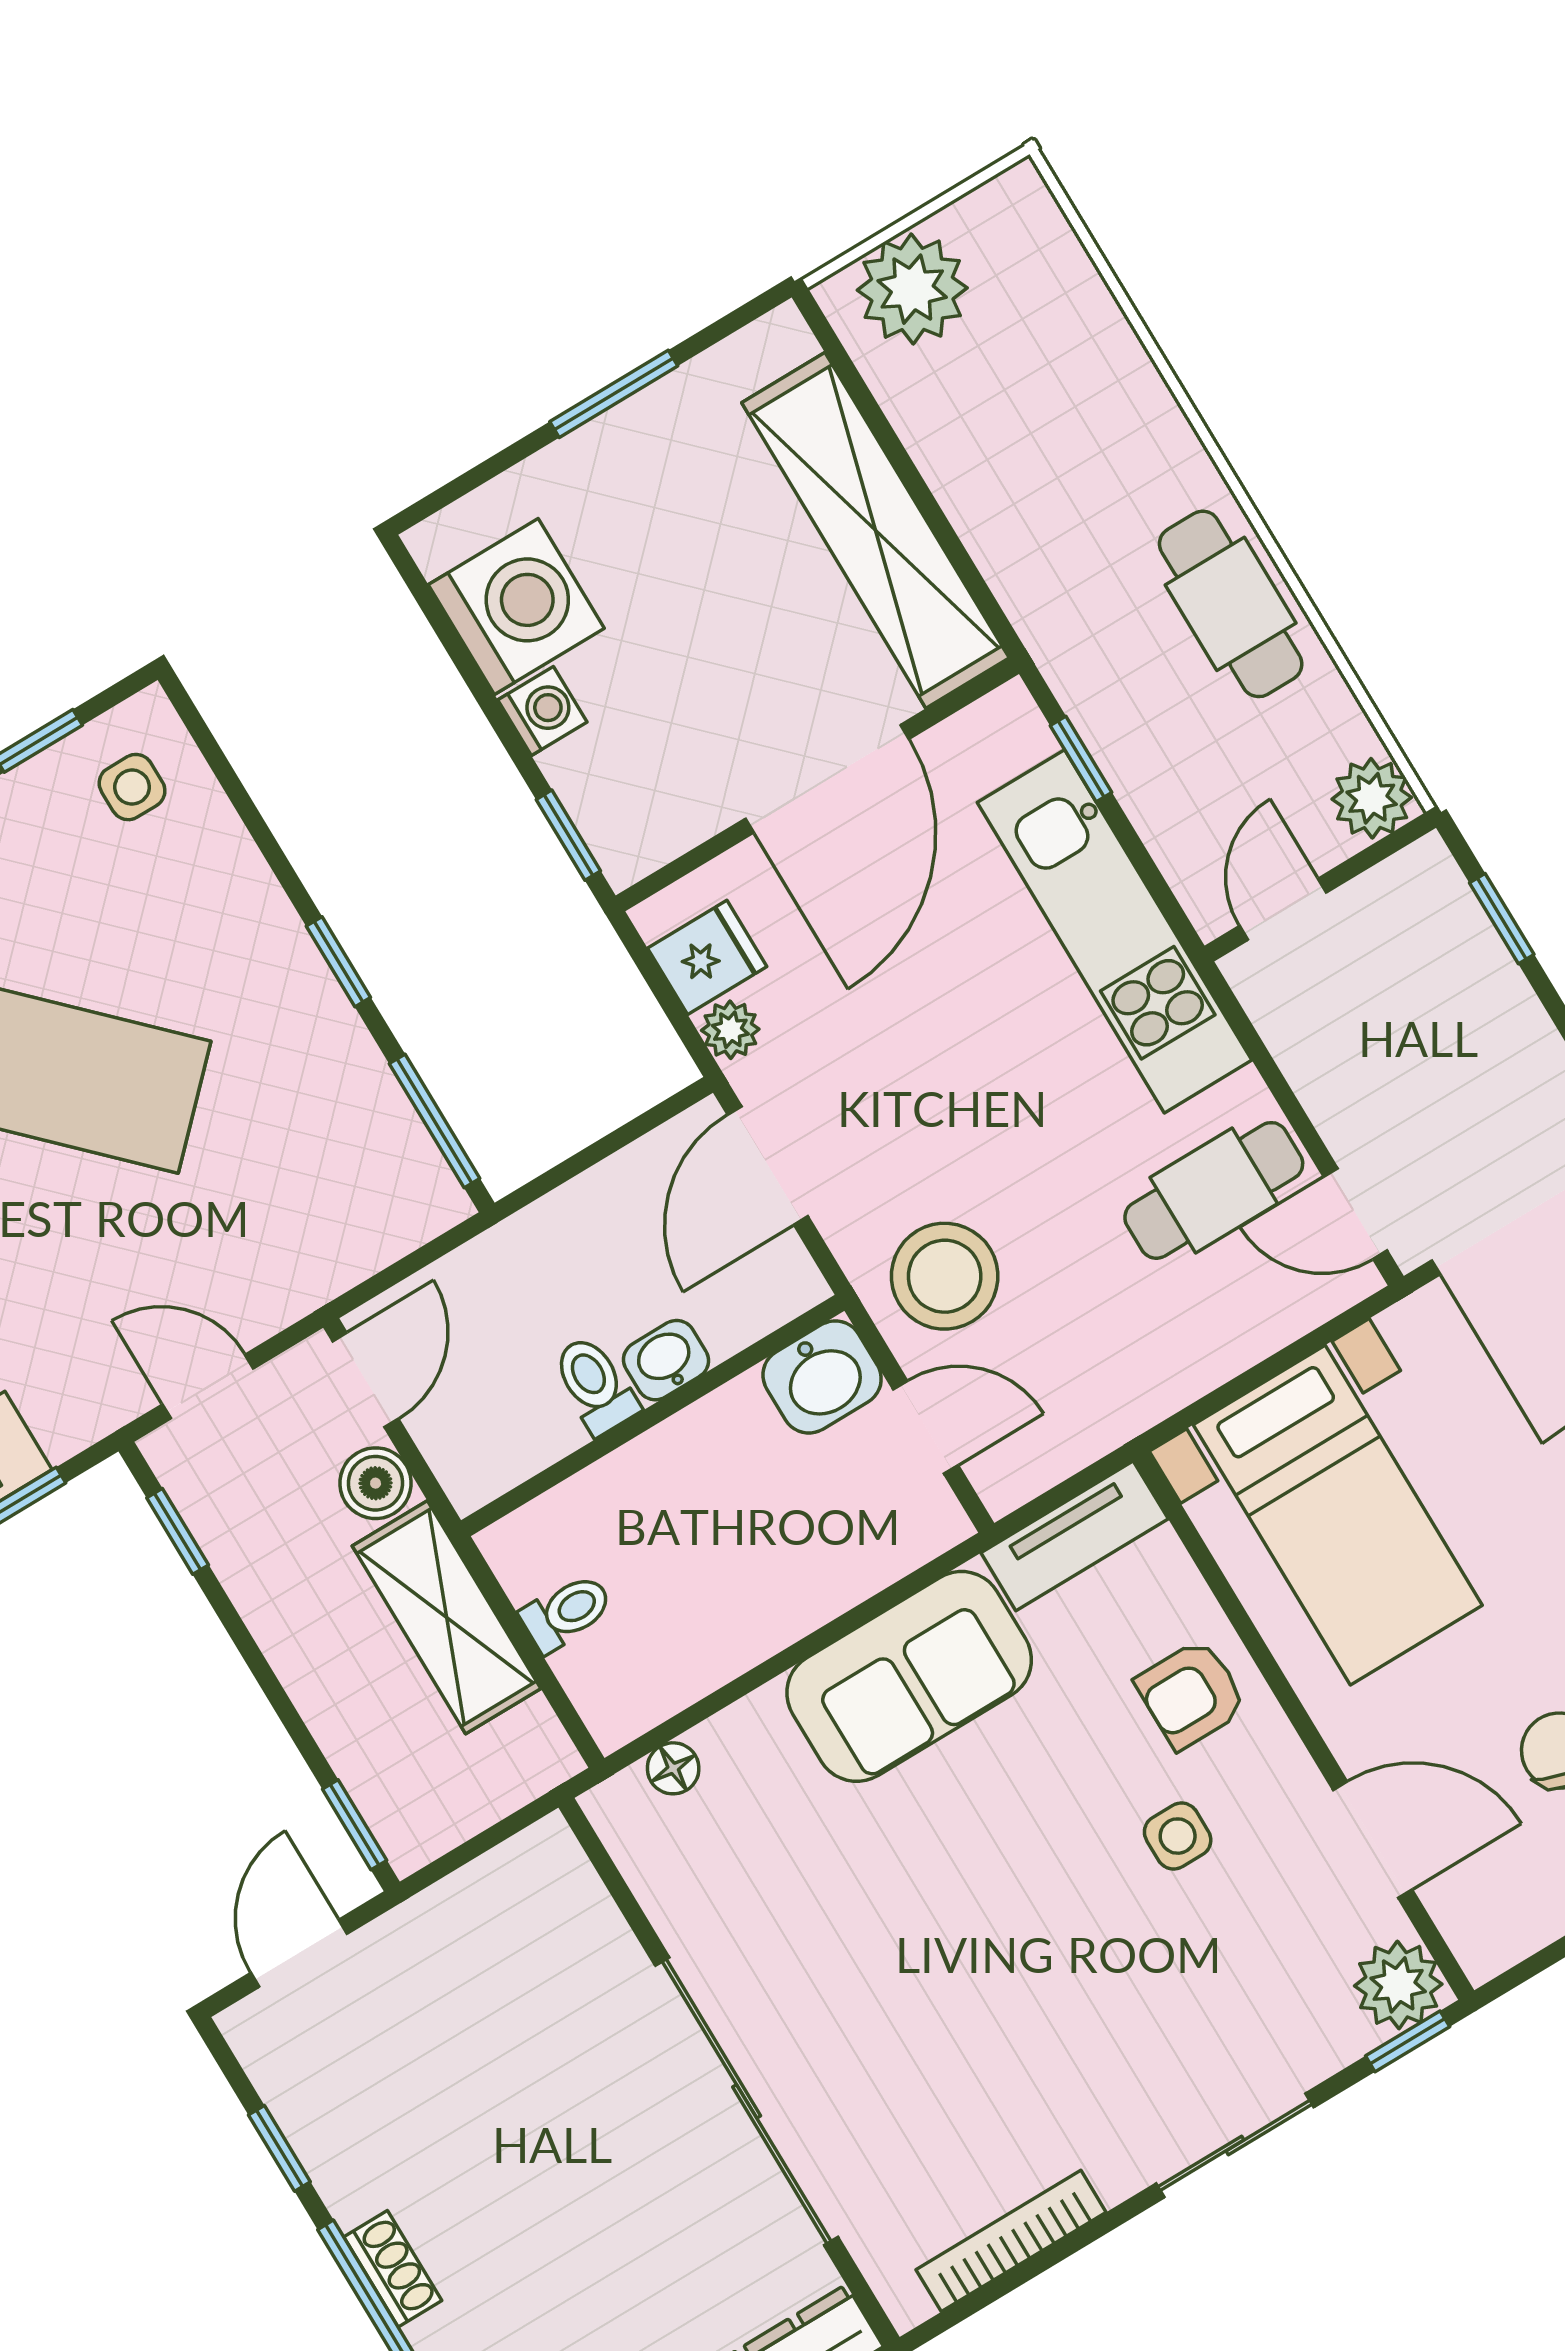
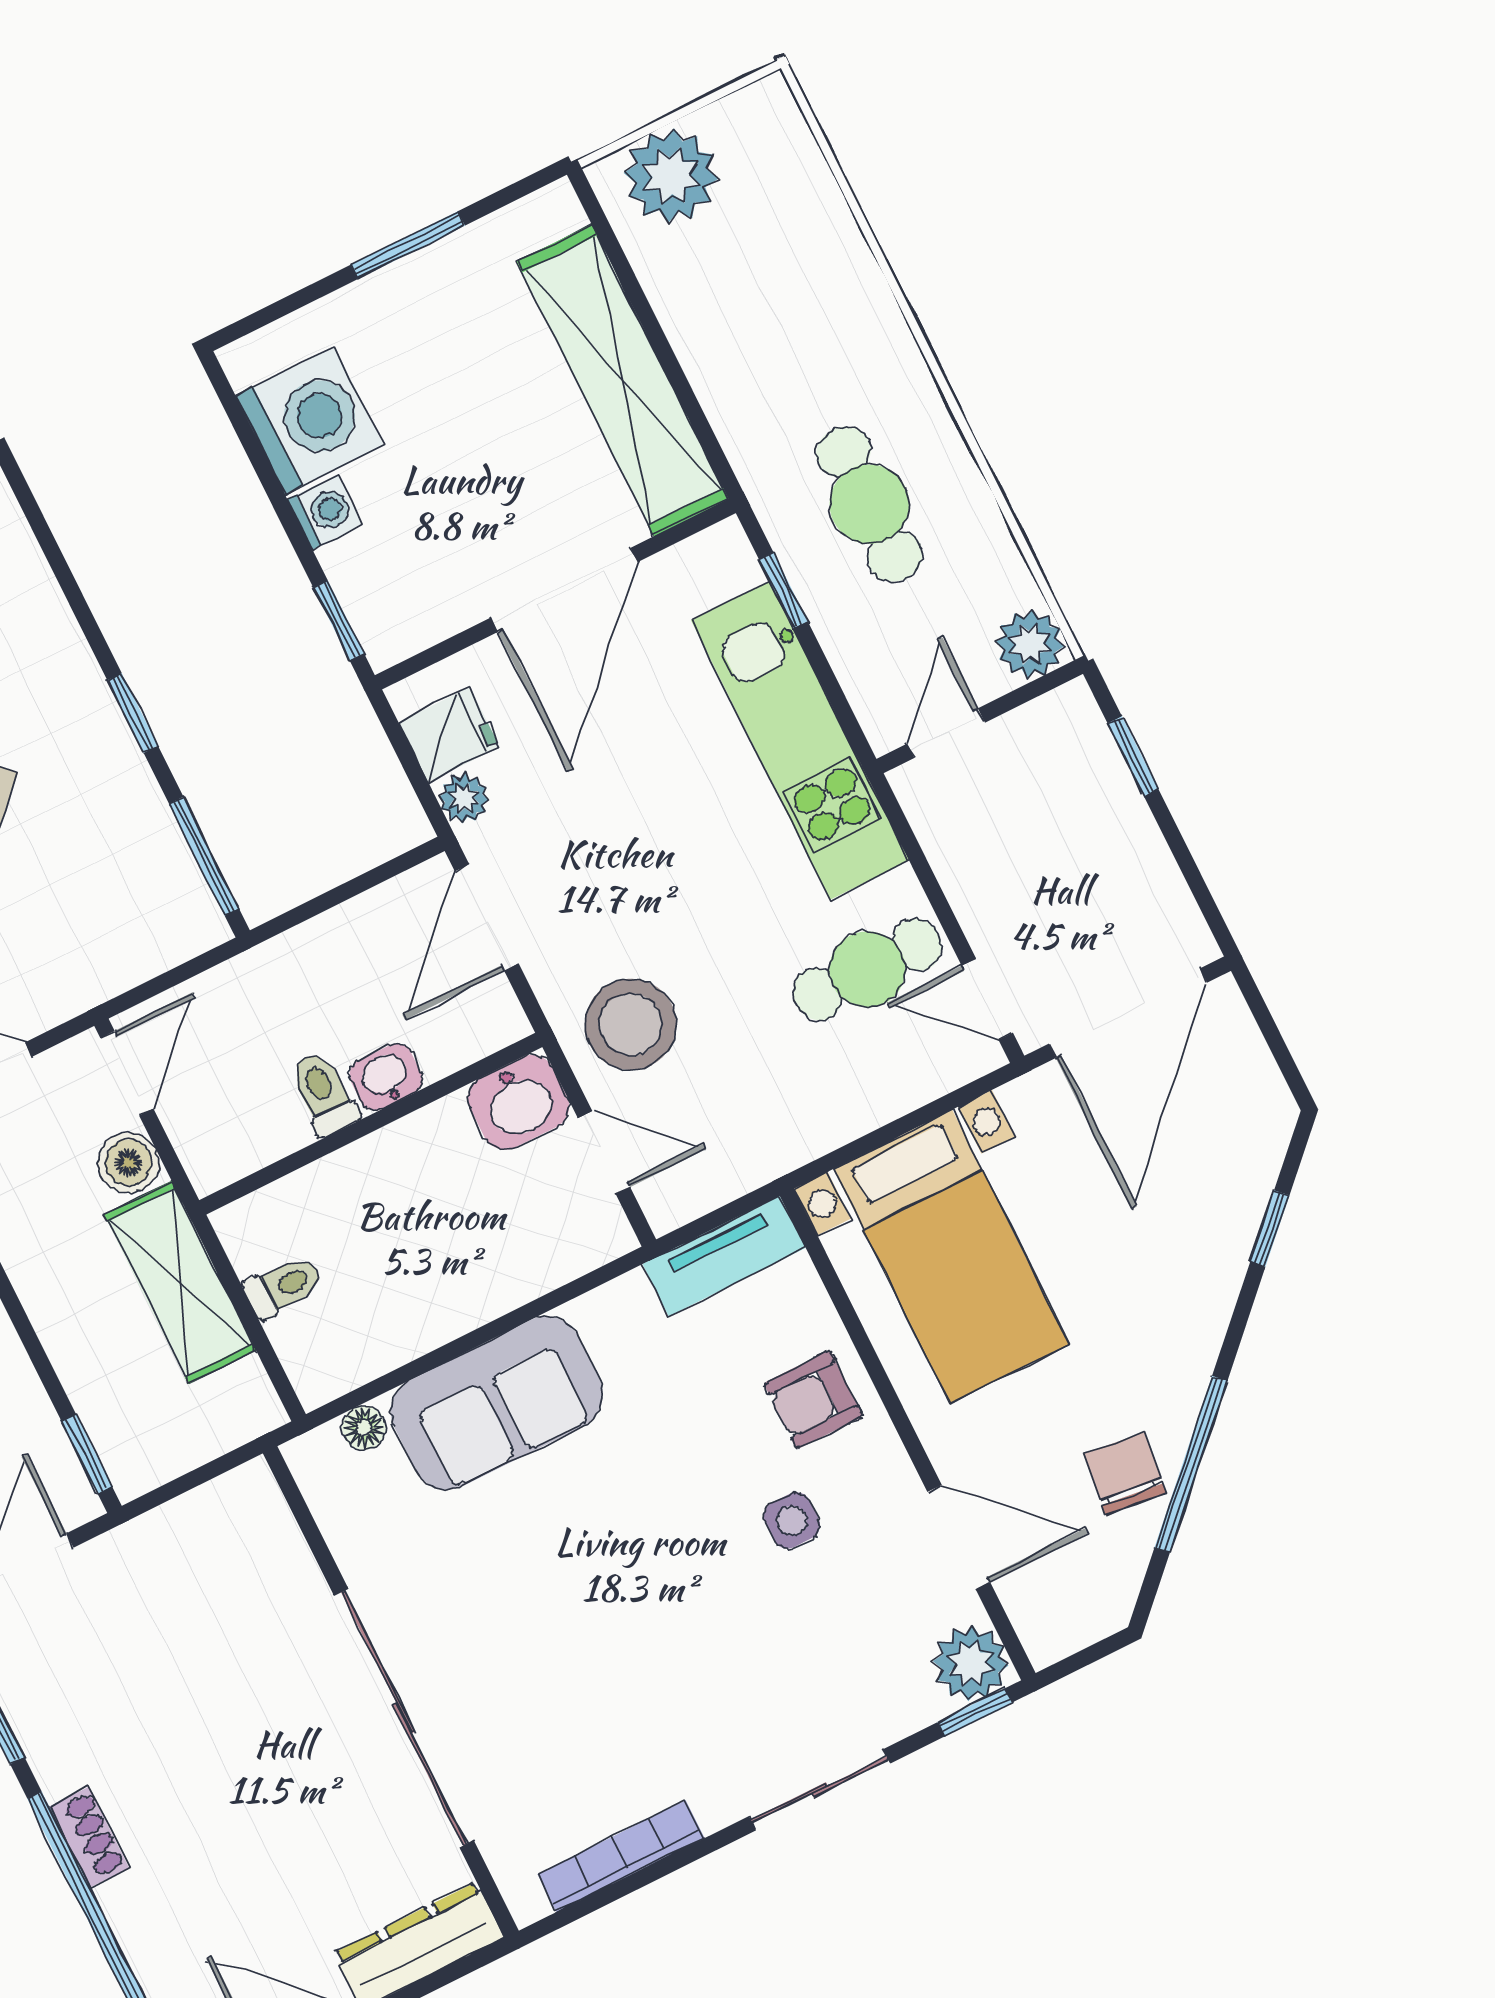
cafe table: (1231, 604) -> (869, 504), moved
sofa: (909, 1676) -> (497, 1403), moved

